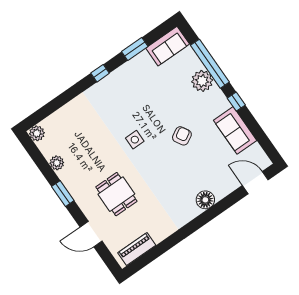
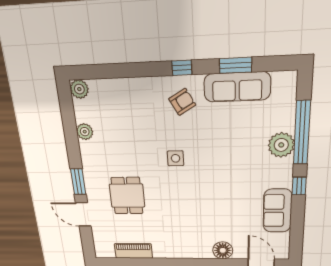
sofa: (168, 46) -> (237, 87), moved, width x1.36
armchair: (182, 136) -> (182, 102), moved
window: (63, 194) -> (78, 182), moved
floor lamp: (205, 200) -> (223, 250), moved
piano: (137, 249) -> (133, 251), moved

